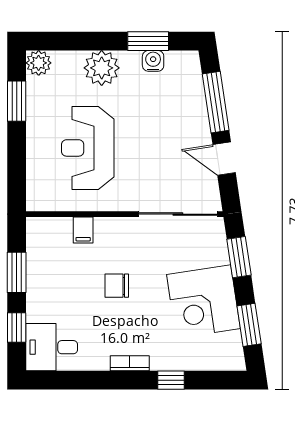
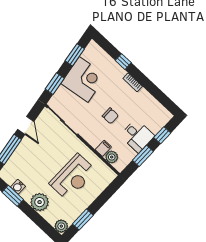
plant: (59, 229) -> (112, 157), added
desk: (52, 347) -> (137, 136), moved

